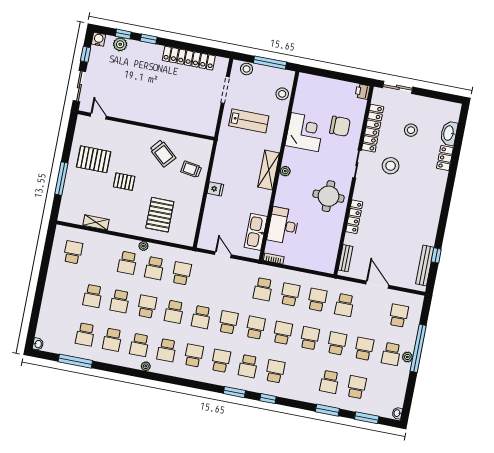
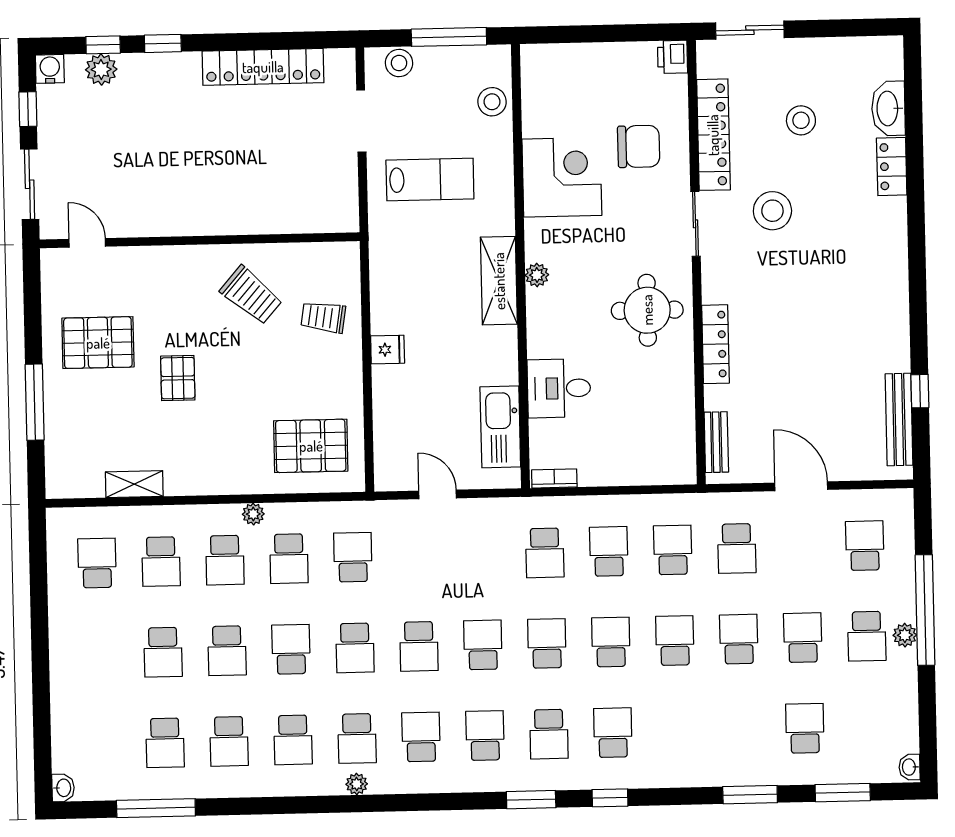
pallet: (124, 182) -> (178, 378), turned 90
pallet: (160, 215) -> (311, 446), moved, turned 90
desk: (283, 226) -> (559, 388), width x0.73
plant: (146, 366) -> (357, 784), moved
school desk: (329, 382) -> (161, 562), moved

